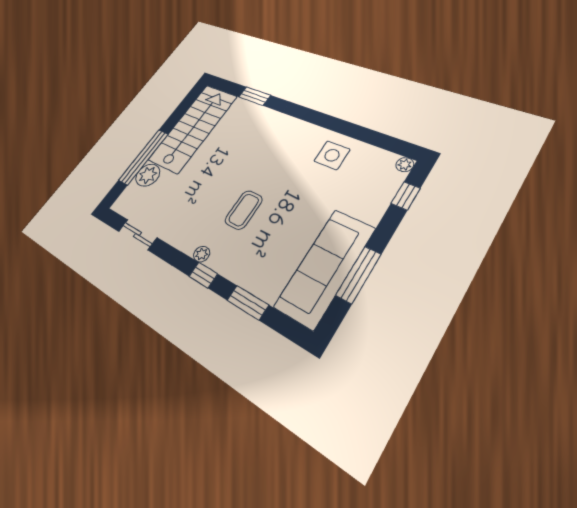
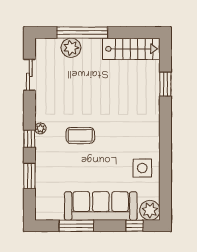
stairs: (193, 128) -> (131, 49), width x0.73, depth x0.66
plant: (405, 165) -> (150, 210), width x1.88, depth x1.88
sofa: (325, 267) -> (101, 206), moved

